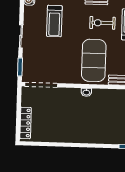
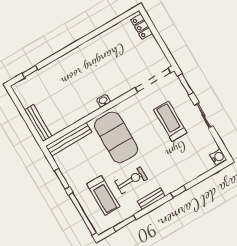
treadmill: (54, 21) -> (170, 121), moved
locker: (26, 123) -> (142, 27), width x0.66

